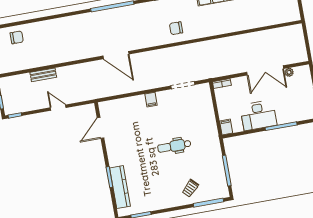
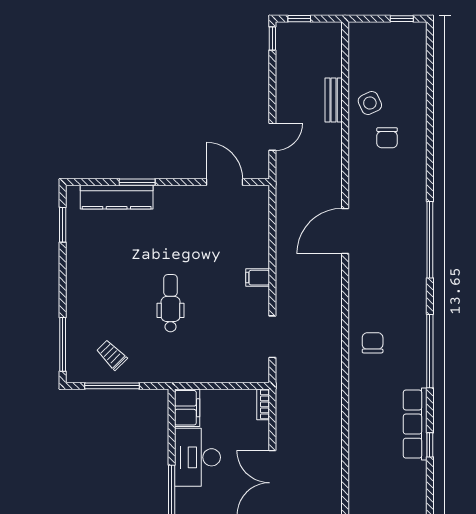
chair: (17, 37) -> (387, 138), moved
side table: (41, 54) -> (370, 103), added
door: (58, 108) -> (272, 137), moved
filing cabinet: (226, 127) -> (187, 408), width x2.00
trolley: (190, 188) -> (112, 355), moved

